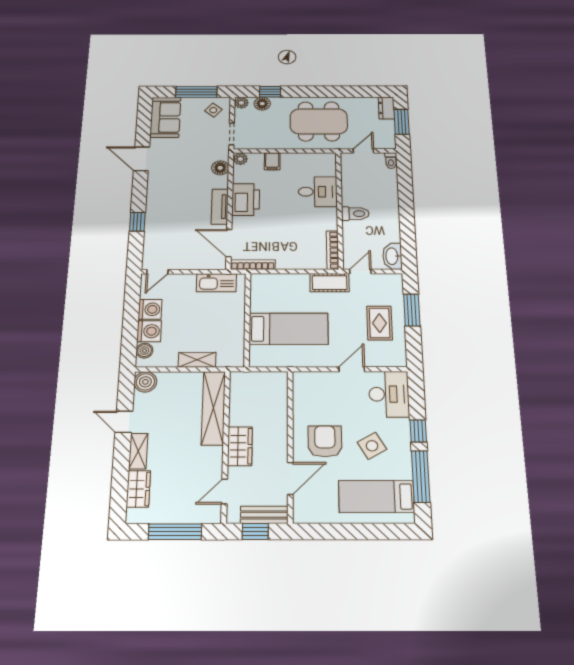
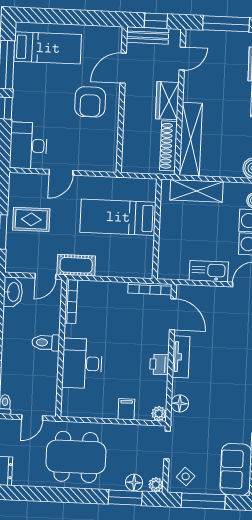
window: (270, 92) -> (125, 498), width x1.50
desk: (318, 192) -> (82, 363), width x1.37
printer: (246, 199) -> (159, 364), width x0.53, depth x0.68
kitchen sink: (216, 283) -> (209, 271), moved
rug: (380, 323) -> (31, 219), turned 90
shelving: (197, 360) -> (196, 191), width x1.50, depth x1.33
shoe rack: (237, 400) -> (168, 146), added
side table: (372, 446) -> (48, 96), removed

